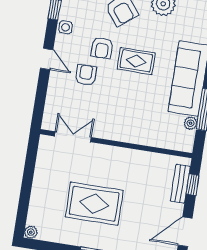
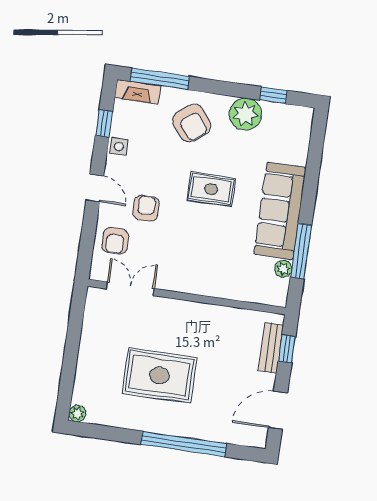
armchair: (102, 48) -> (115, 241), moved

